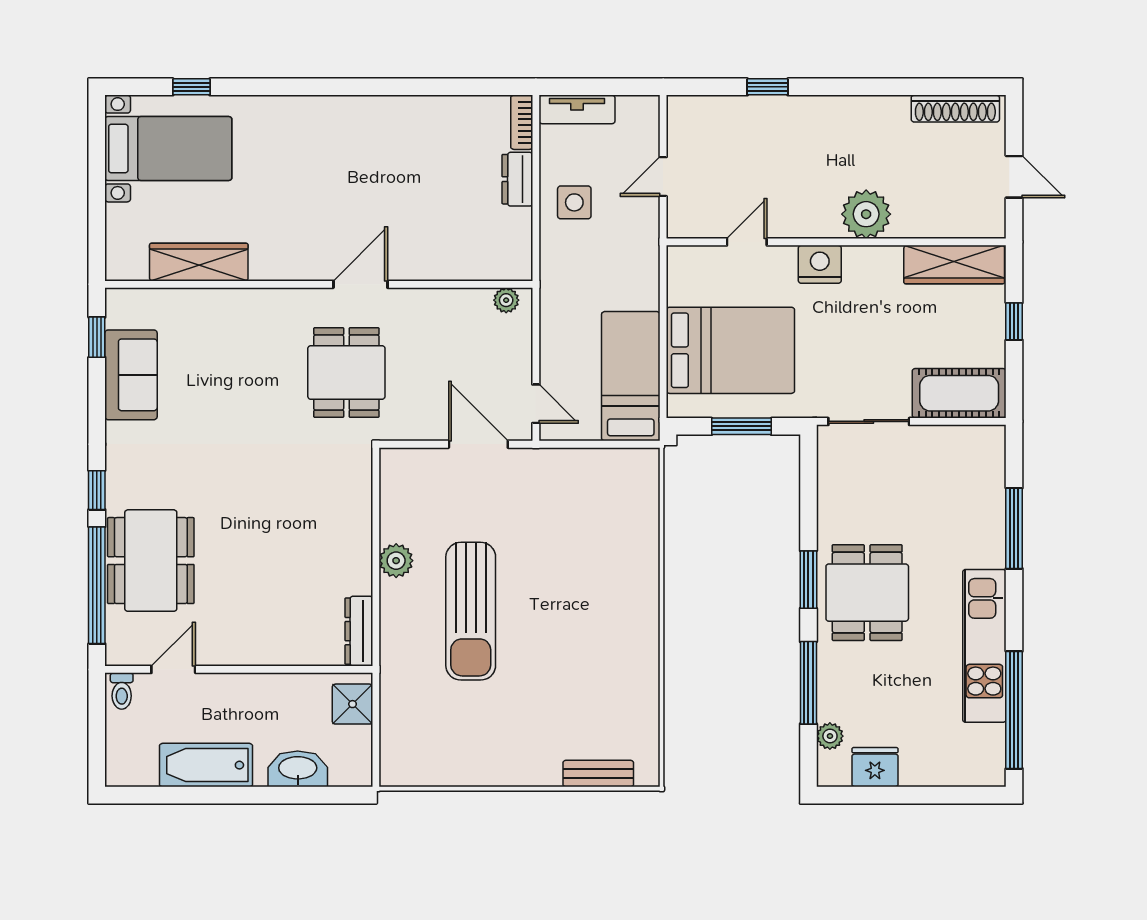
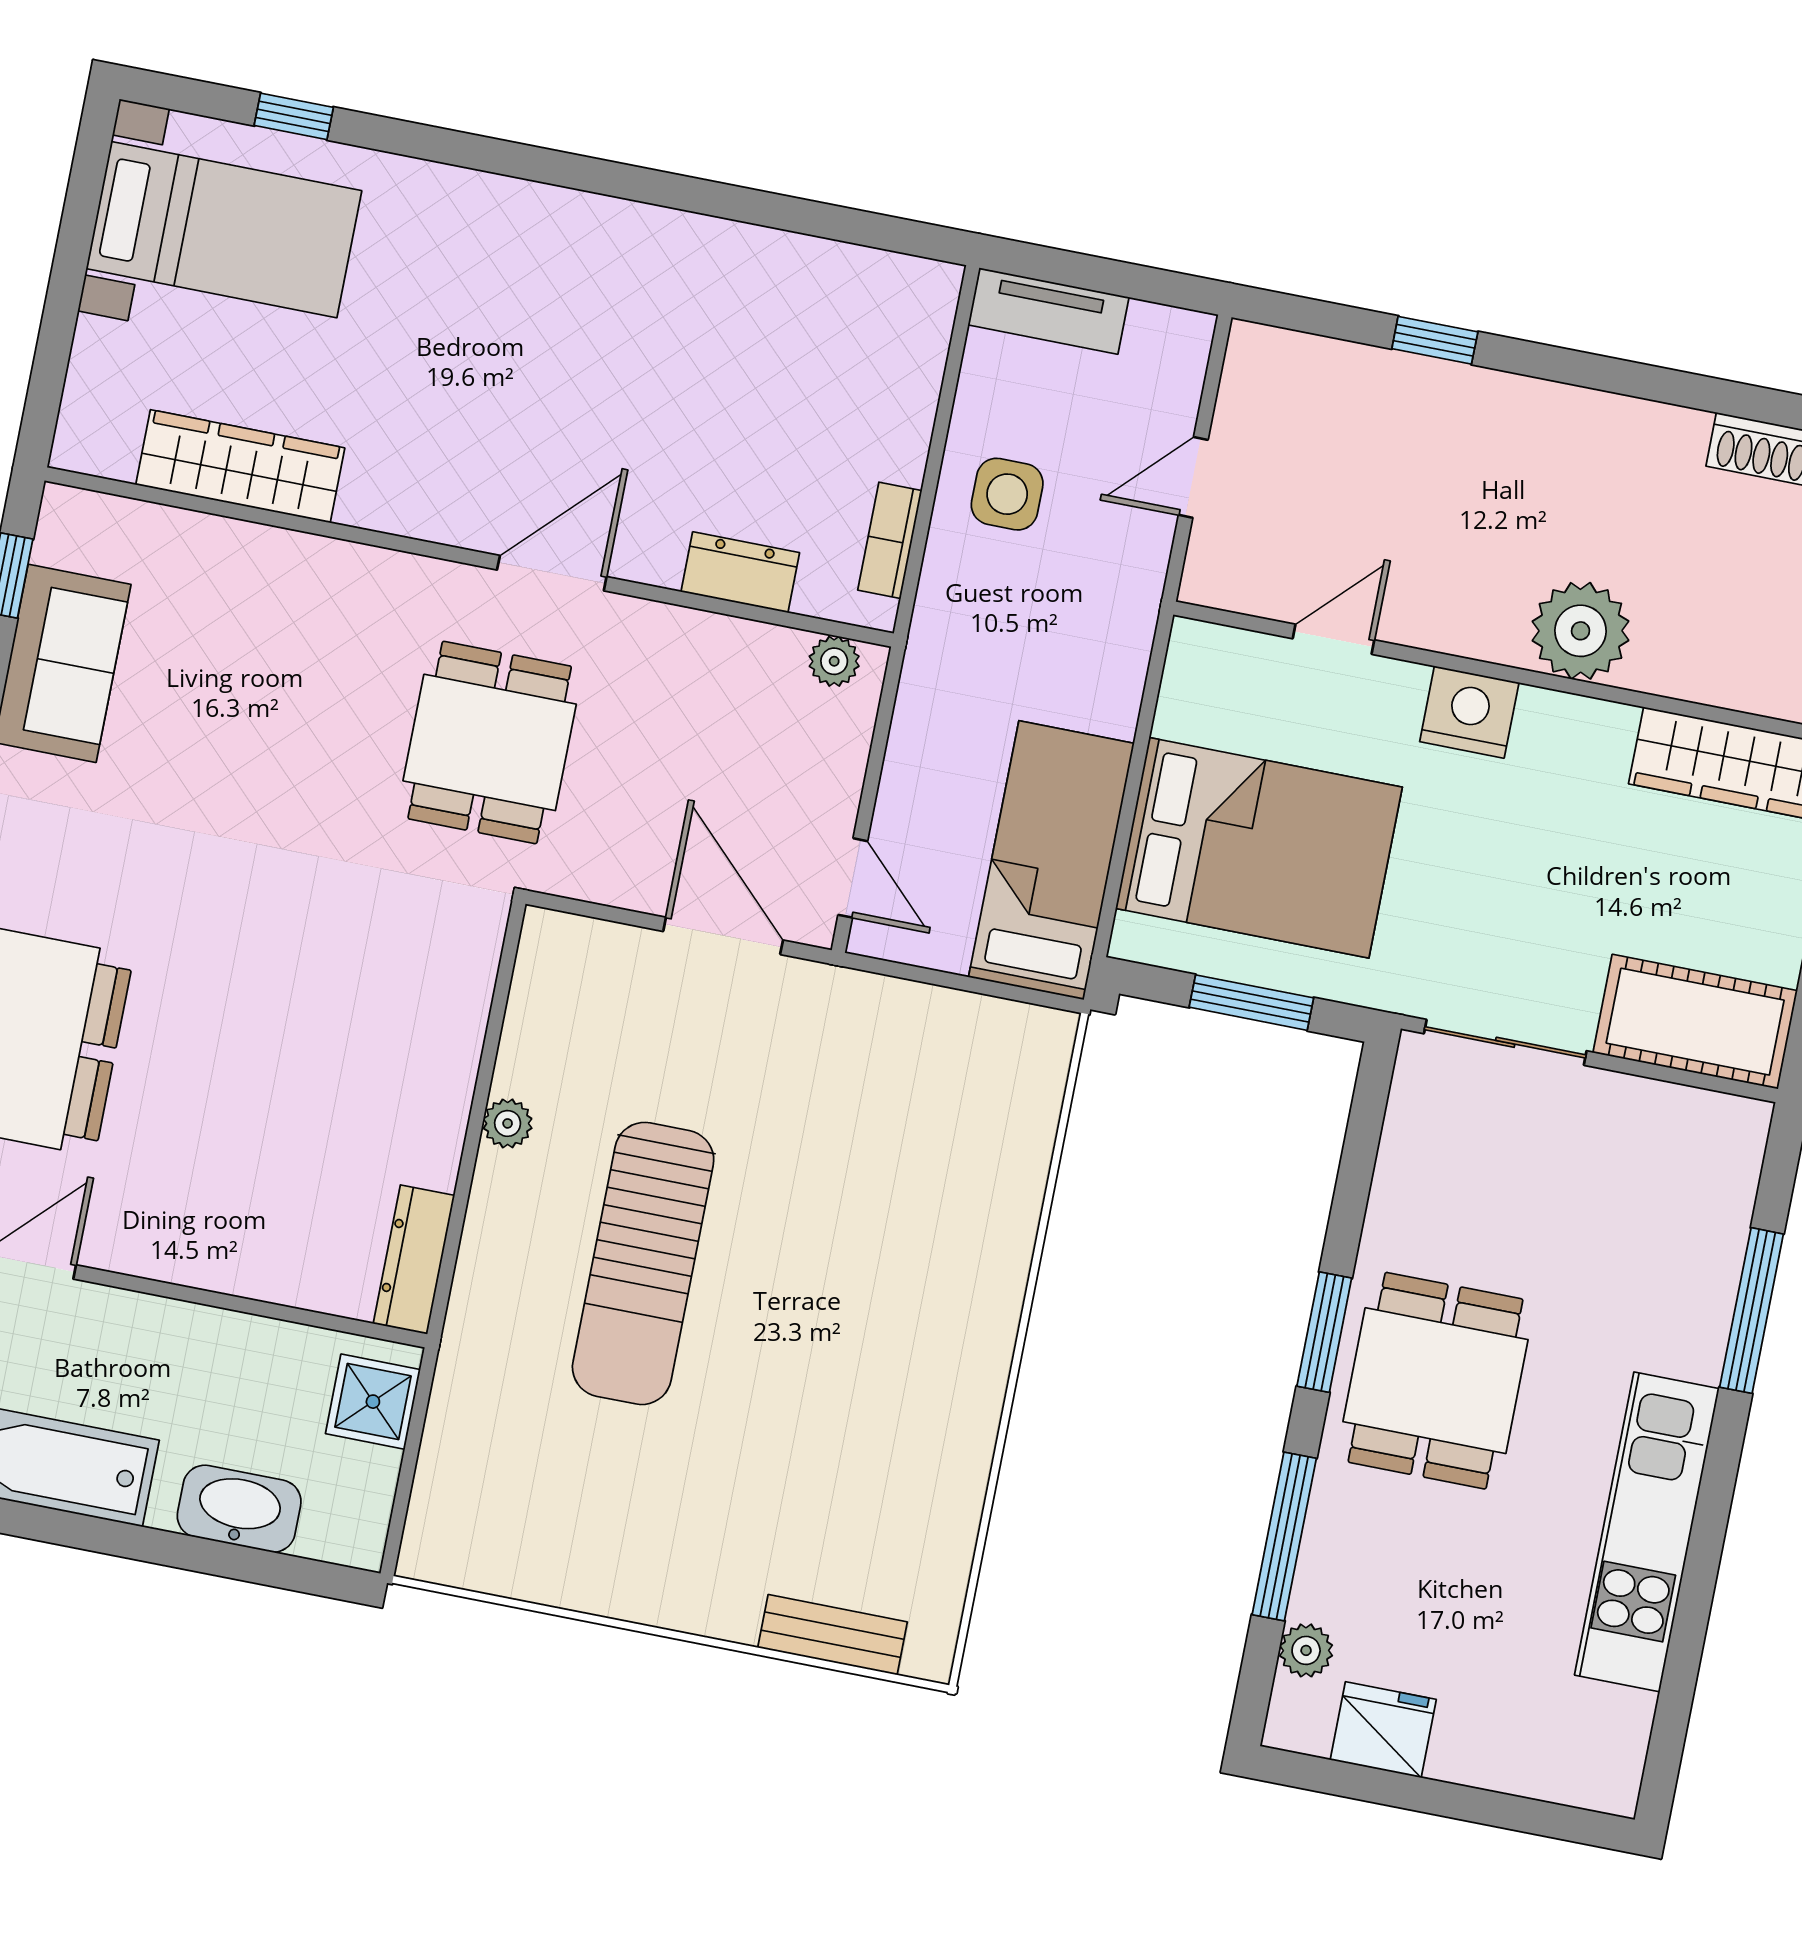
bookcase: (522, 122) -> (890, 540), moved
dresser: (517, 179) -> (740, 572), moved, turned 90
plant: (396, 561) -> (508, 1123), width x0.73, depth x0.73
window: (1014, 710) -> (1681, 1670), removed

